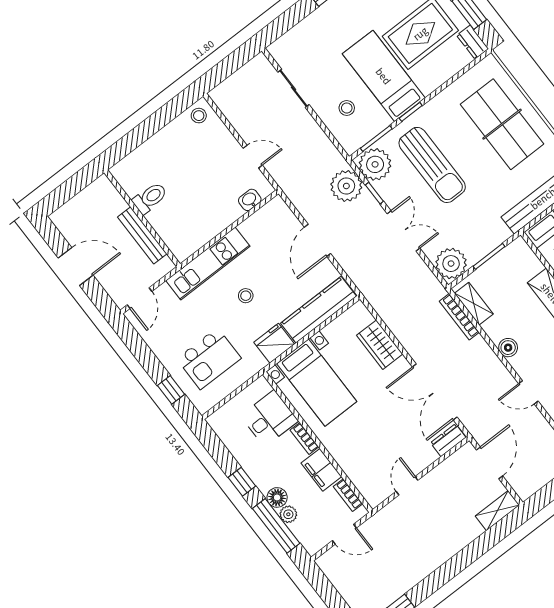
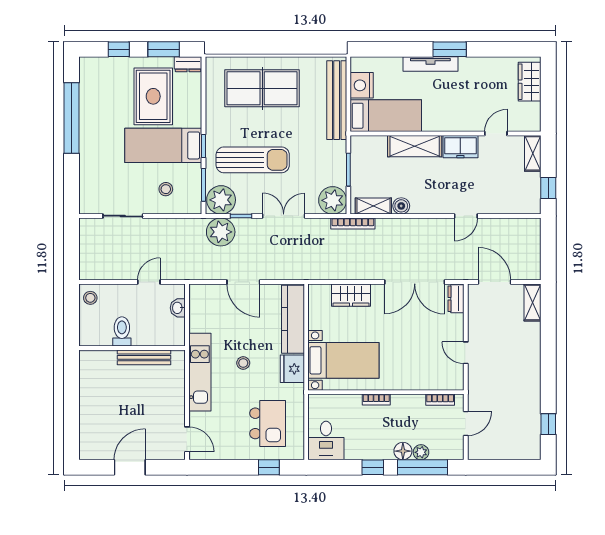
toilet: (150, 198) -> (122, 331), moved
wall: (142, 218) -> (132, 348), moved
bench: (142, 235) -> (144, 357), moved
bookcase: (459, 317) -> (353, 224), moved
boiler: (508, 348) -> (401, 206), moved
desk: (269, 418) -> (326, 441), moved, turned 180
filing cabinet: (321, 470) -> (408, 405), removed

